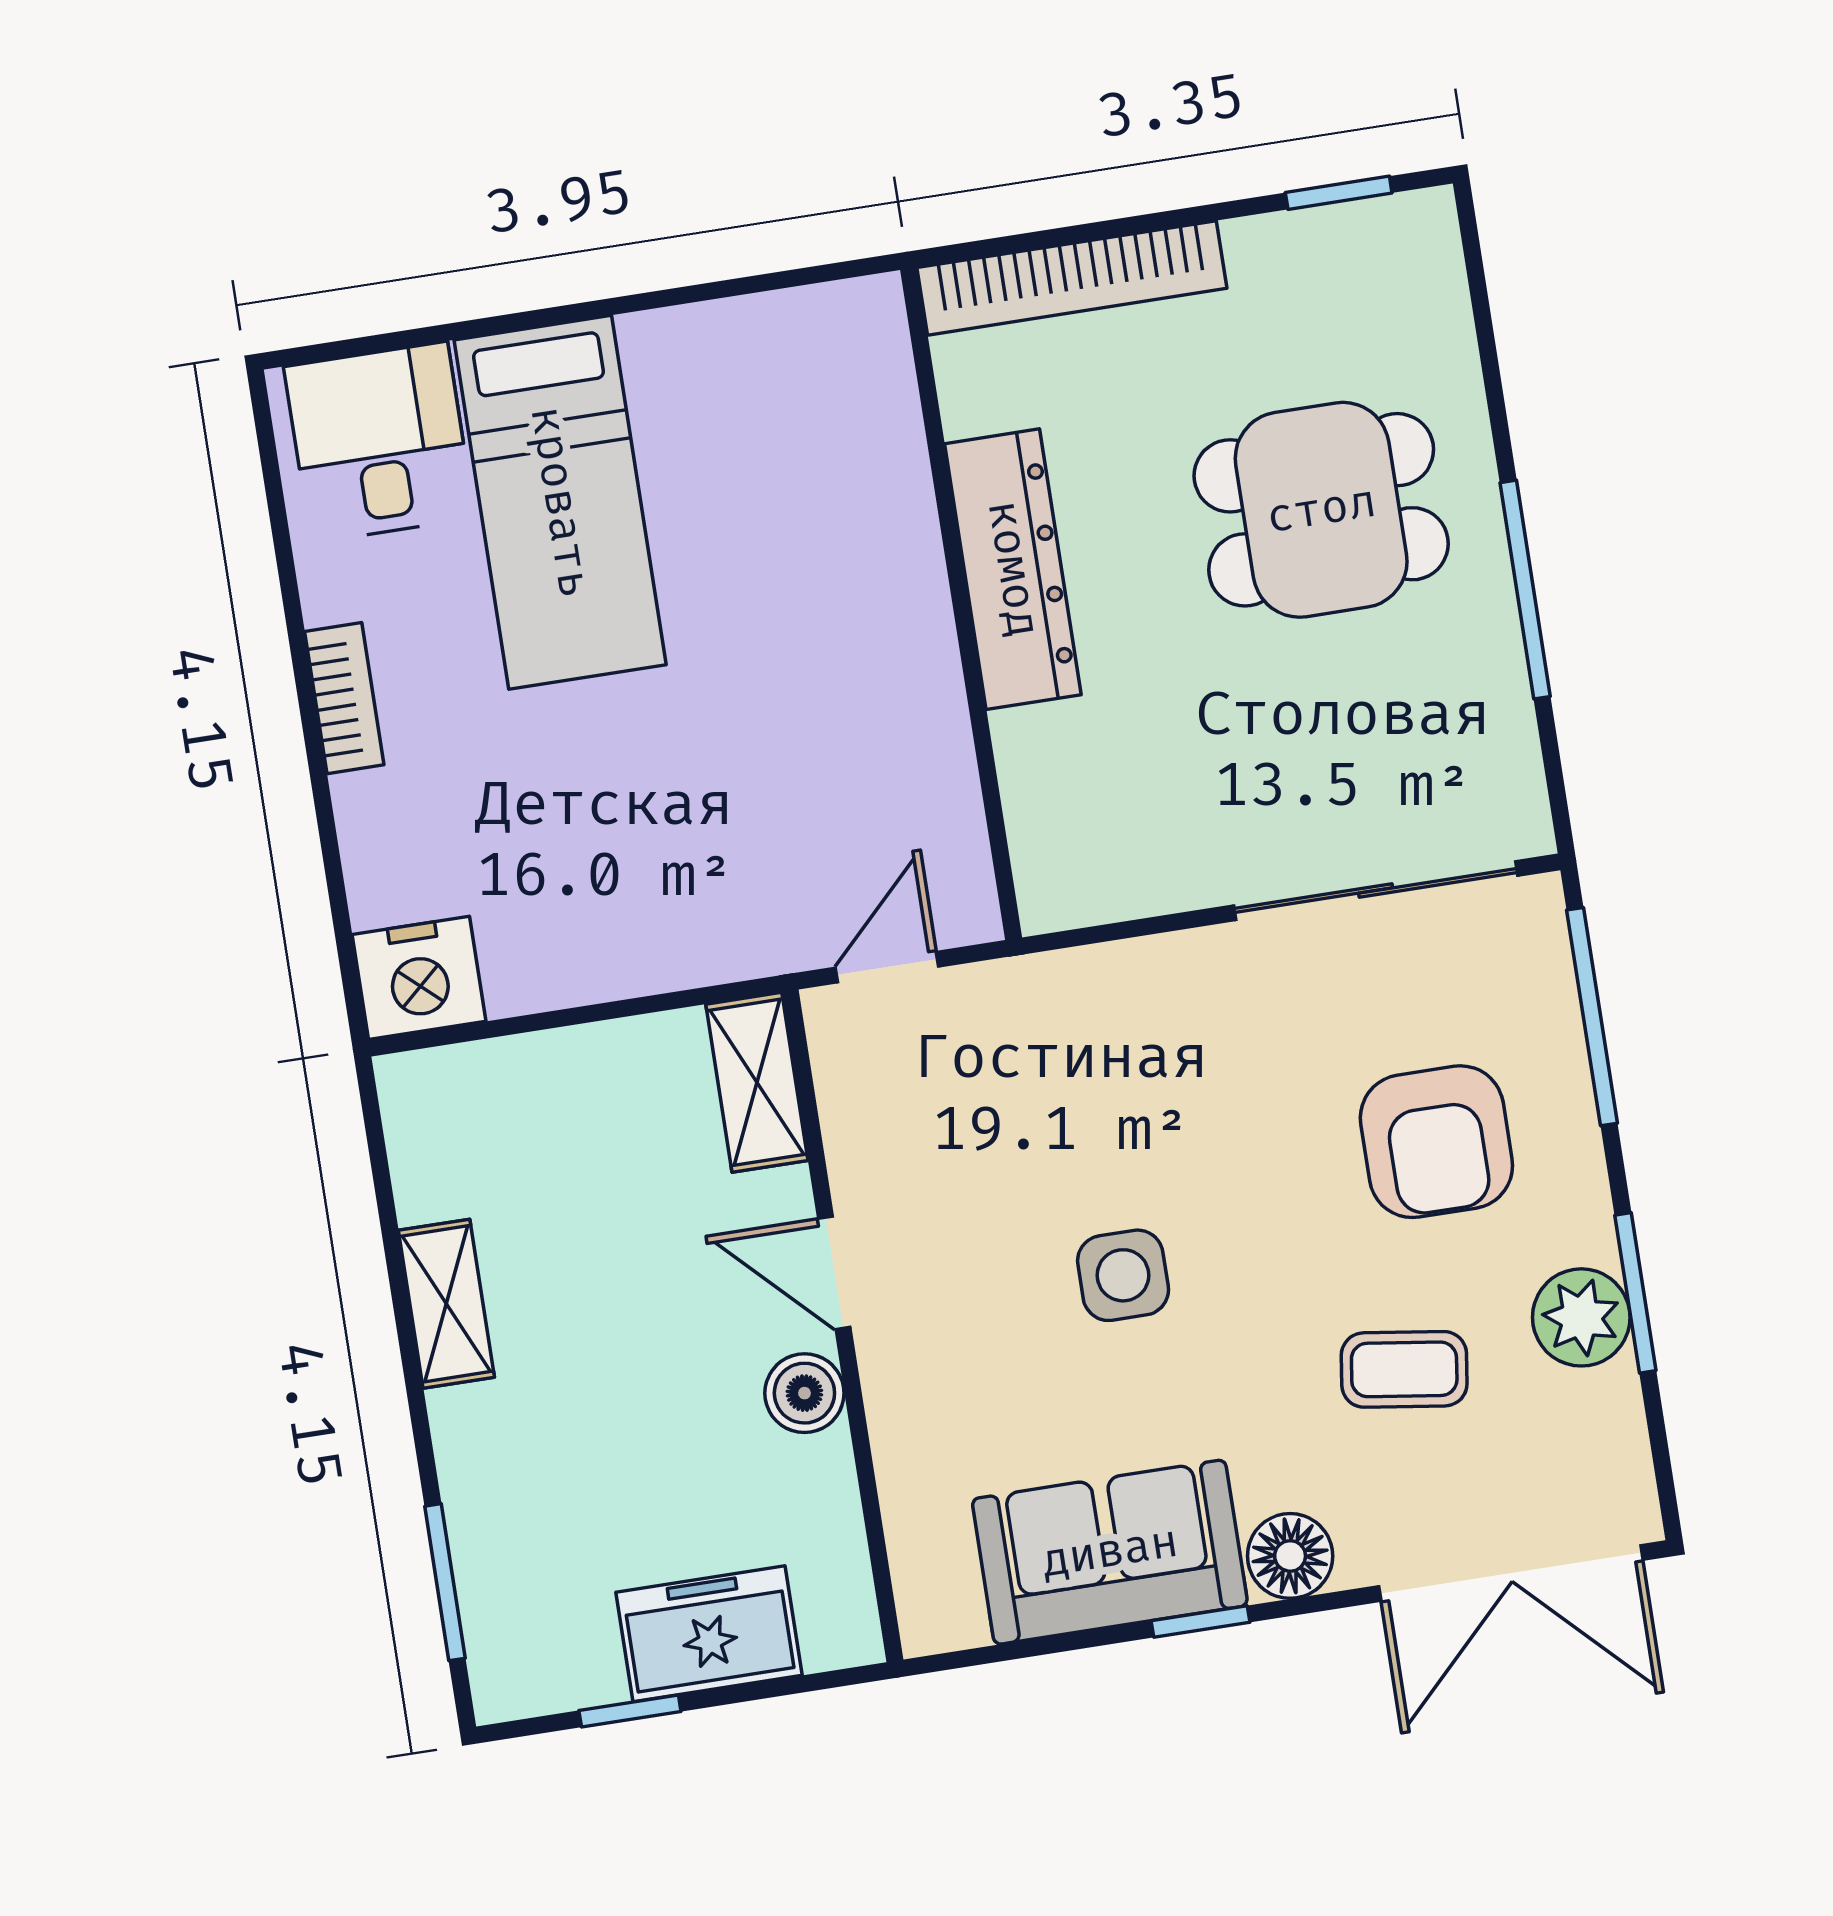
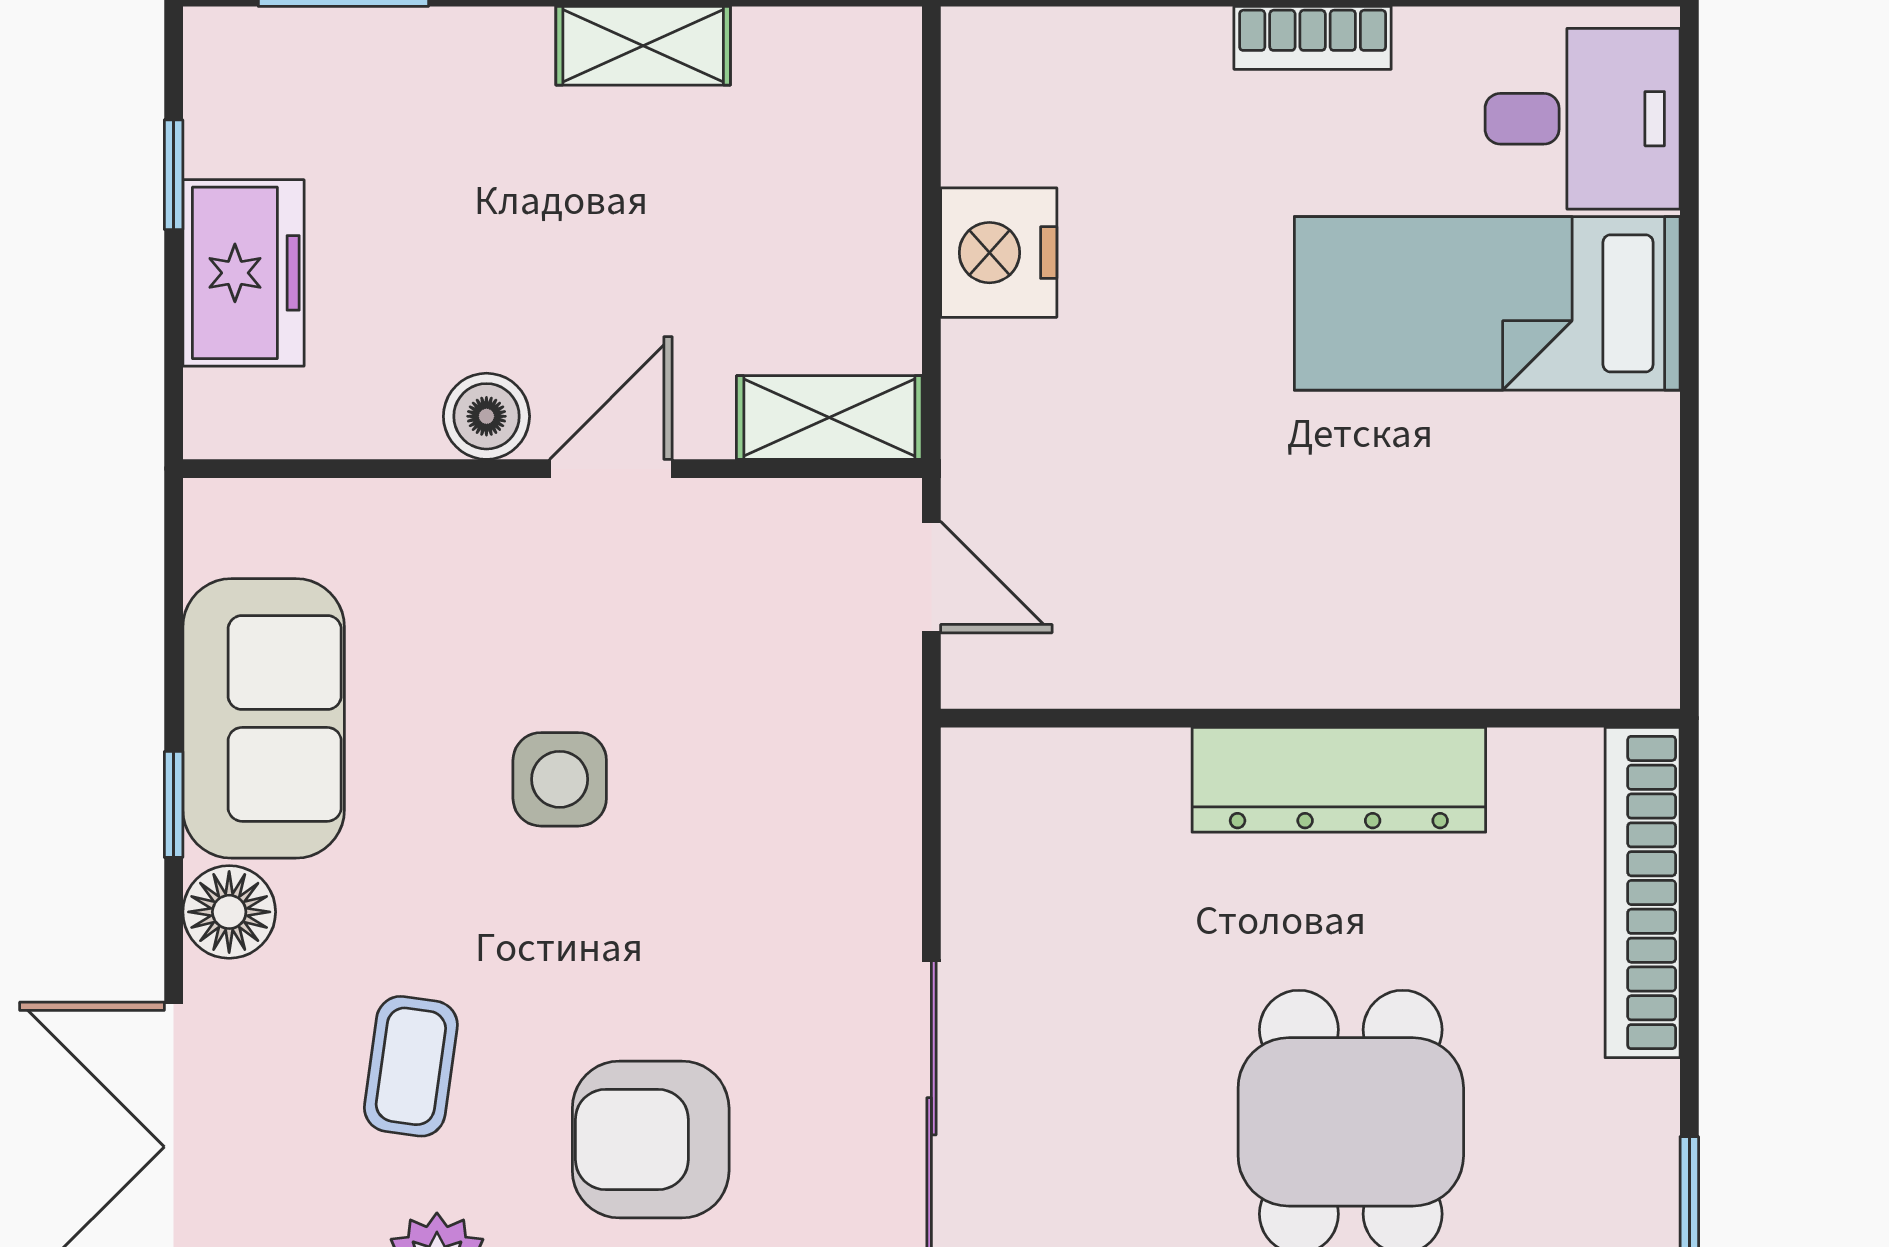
nightstand: (419, 978) -> (999, 253), moved

